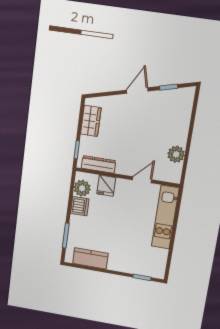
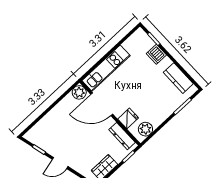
plant: (176, 154) -> (79, 92), moved
door: (142, 180) -> (102, 104), width x1.88
dishwasher: (80, 206) -> (156, 54), moved, turned -90

